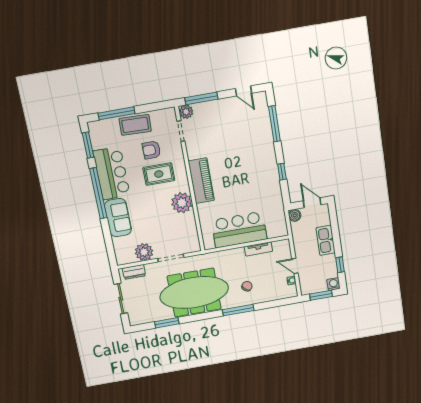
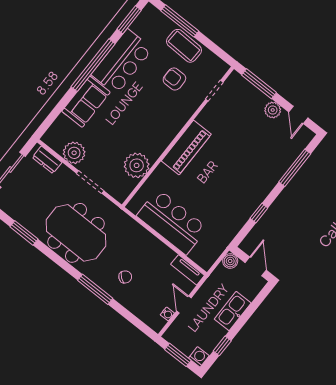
plant: (186, 112) -> (273, 110), moved
rug: (159, 174) -> (159, 104), removed
plant: (182, 203) -> (137, 165), moved
tv unit: (258, 249) -> (188, 270), moved
meeting table: (194, 293) -> (76, 233), width x0.73

